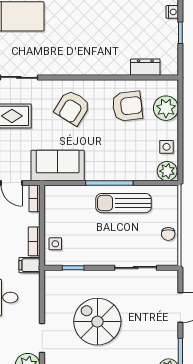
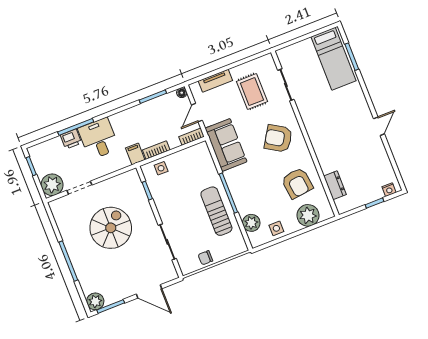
plant: (167, 171) -> (251, 223), moved

